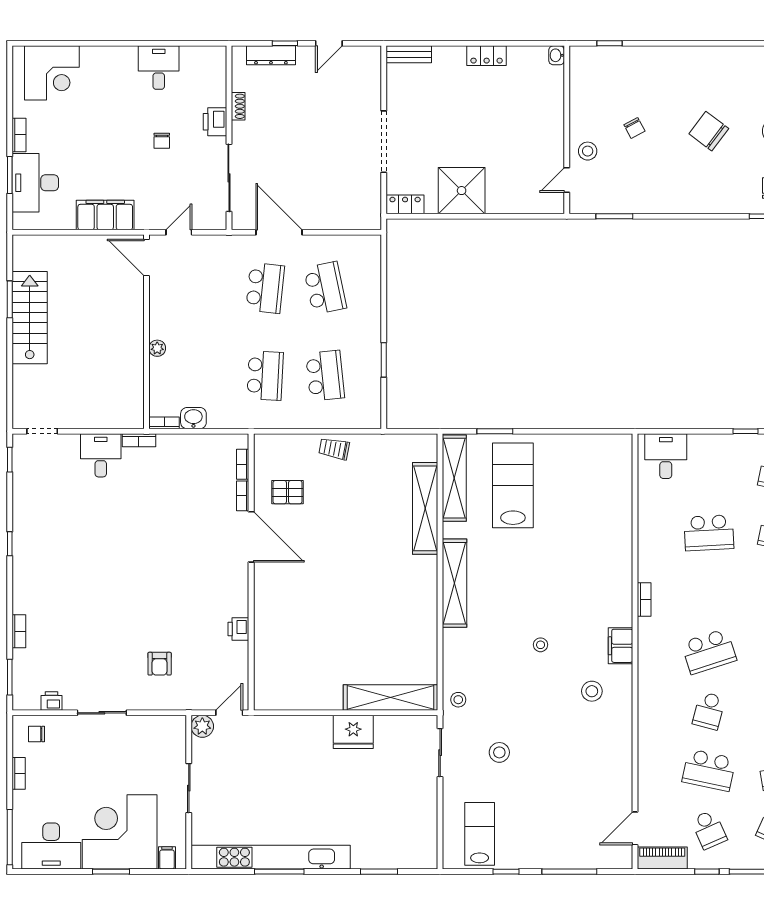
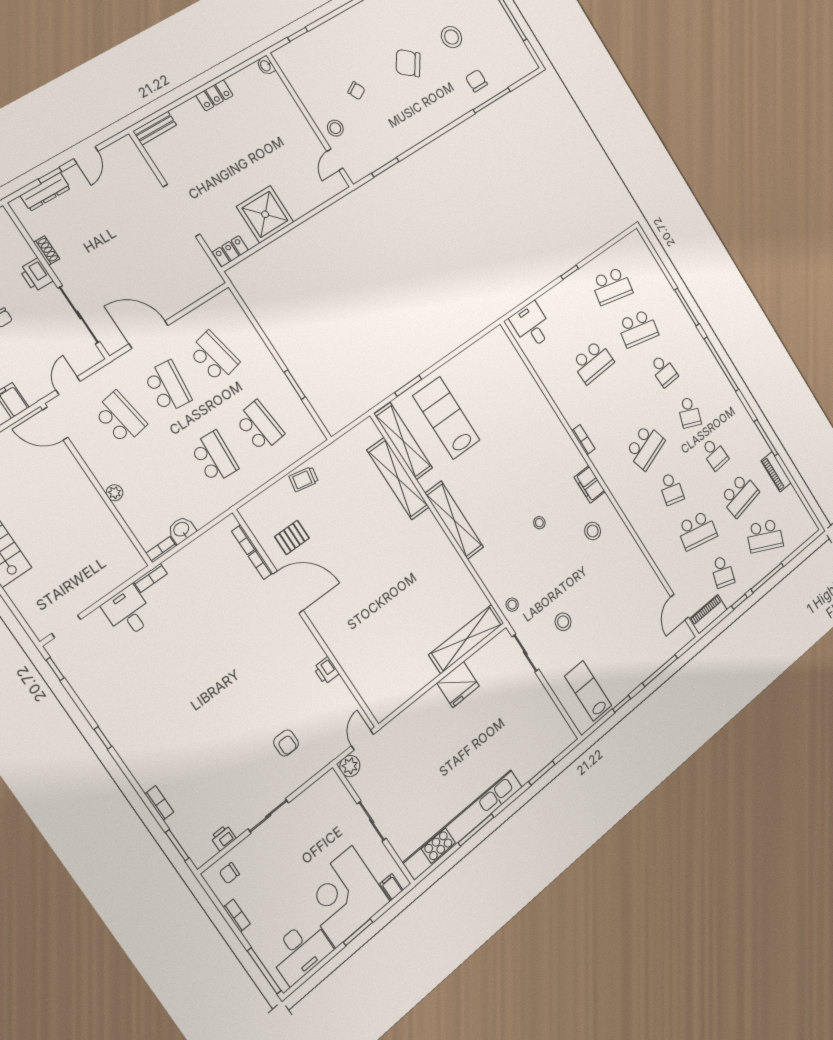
school desk: (205, 288) -> (120, 418), added
school desk: (709, 829) -> (723, 572), turned 42

